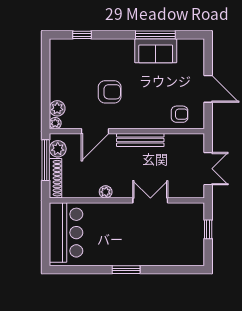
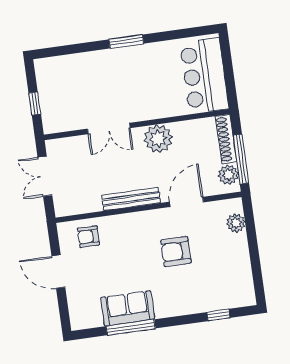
plant: (55, 123) -> (236, 205), removed
plant: (106, 192) -> (158, 139), width x1.88, depth x1.88

